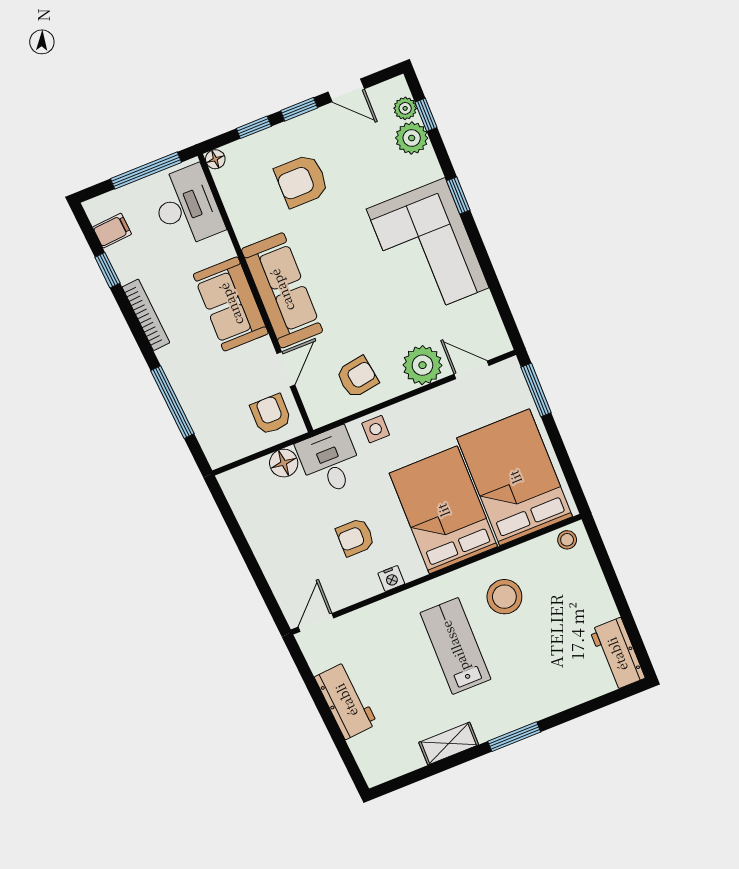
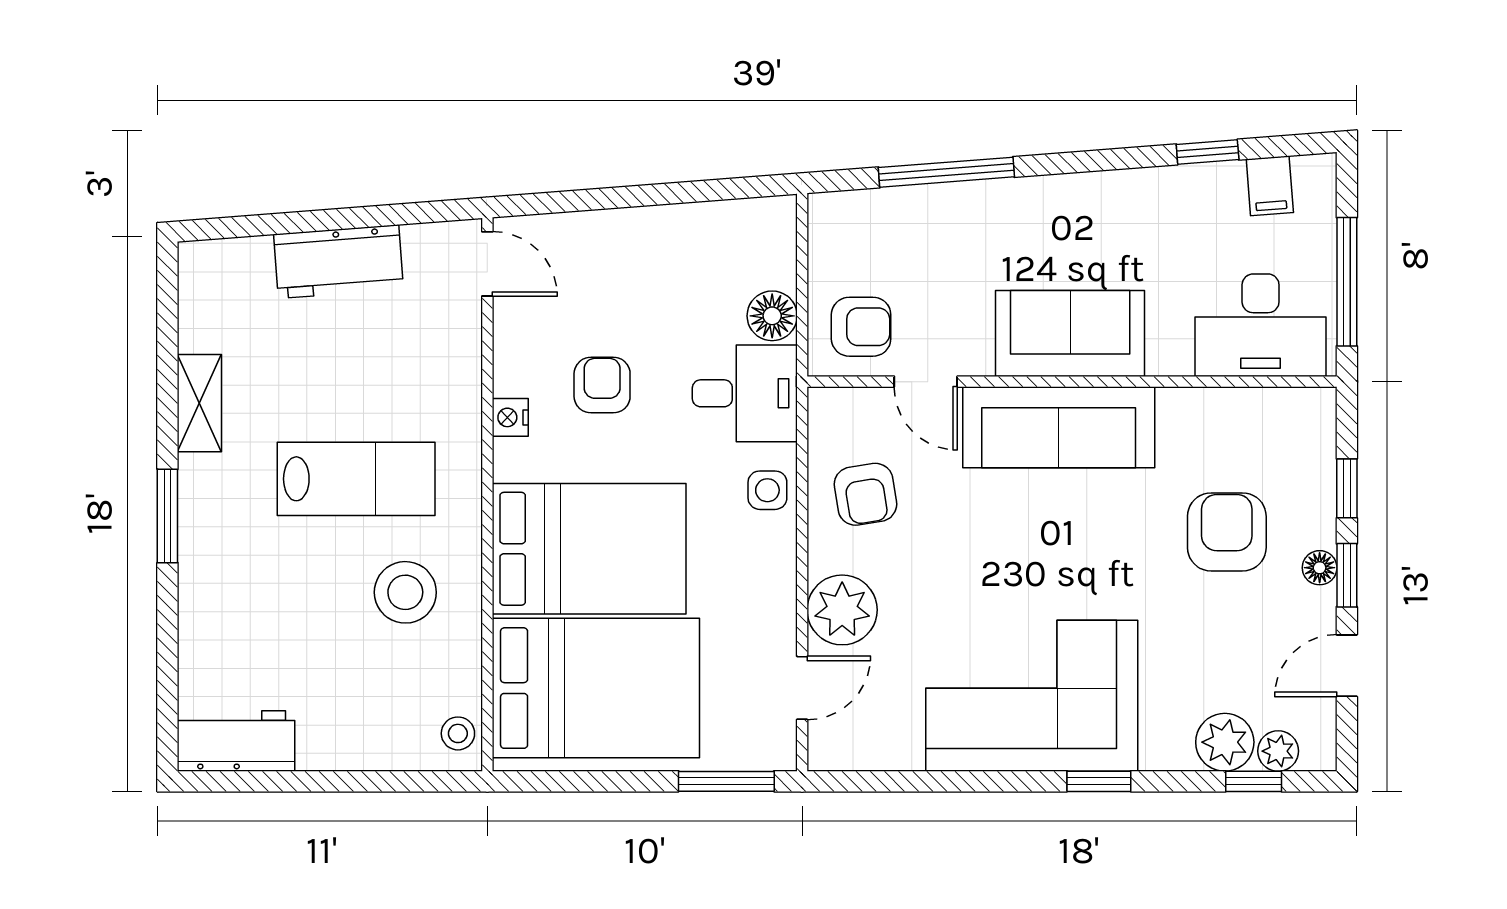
floor lamp: (215, 159) -> (1320, 568), moved
bookcase: (146, 315) -> (1108, 186), removed

